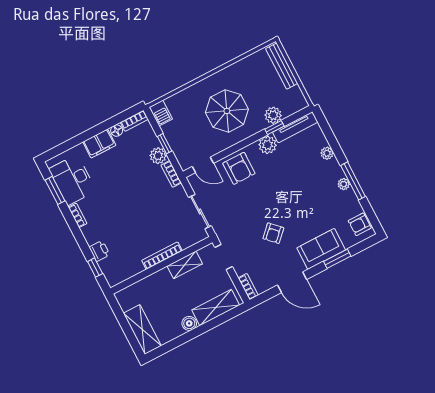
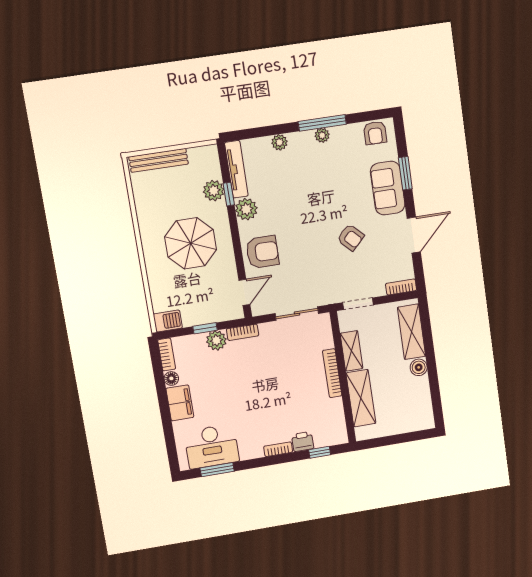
bookcase: (78, 215) -> (278, 449), moved
shelving: (142, 329) -> (361, 398), moved, turned 90

